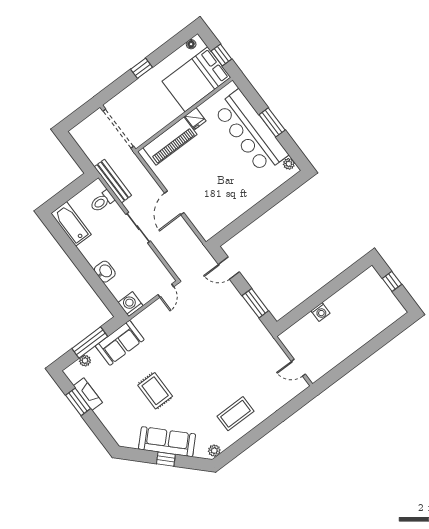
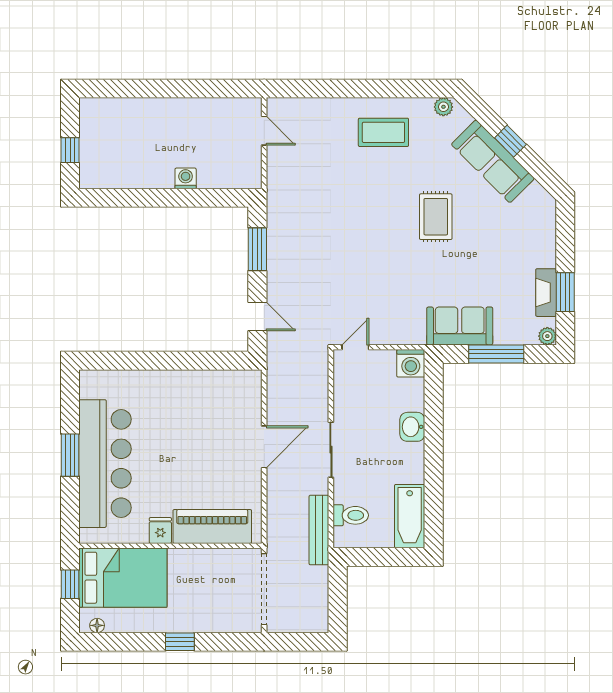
plant: (289, 164) -> (88, 389), removed
plant: (85, 361) -> (547, 336), moved
rug: (155, 391) -> (436, 217), moved

